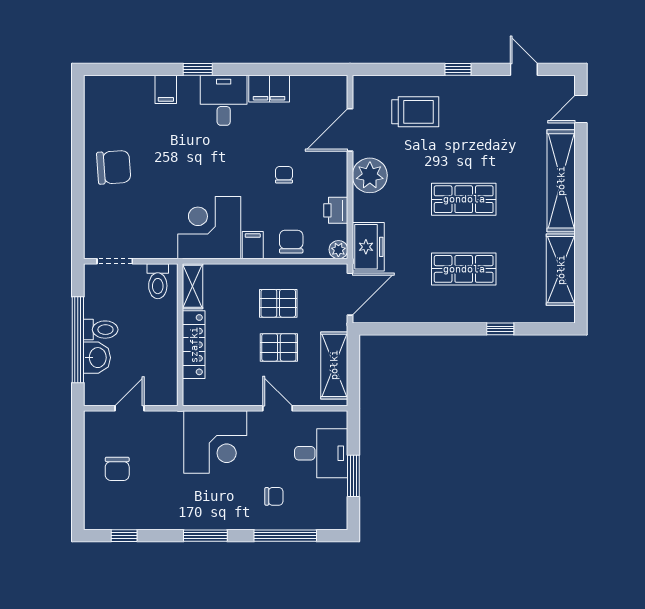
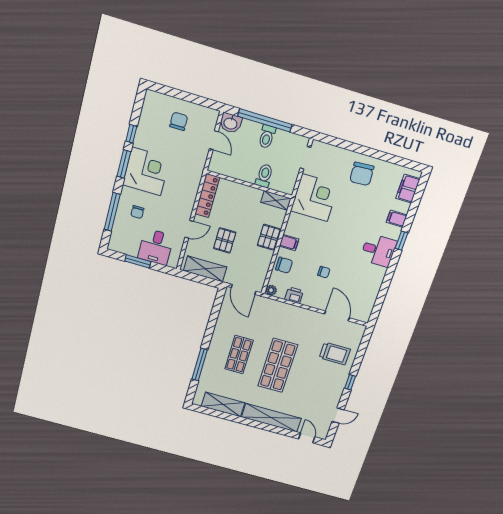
filing cabinet: (269, 89) -> (408, 189), moved
trolley: (415, 112) -> (335, 354), turned -90
plant: (370, 175) -> (308, 319), removed
shop shelf: (464, 199) -> (278, 365), width x1.43, depth x1.36
corner desk: (209, 228) -> (315, 198), moved
freezer: (368, 247) -> (268, 307), removed
toilet: (158, 281) -> (264, 176), moved, turned 90
pallet: (278, 303) -> (269, 237), moved
window: (500, 329) -> (200, 364), width x2.17
locker: (194, 345) -> (207, 196), moved, turned -90
washbasin: (97, 358) -> (231, 123), moved
corner desk: (215, 442) -> (146, 171), moved, turned 180
chair: (117, 469) -> (179, 121), turned 90
window: (124, 536) -> (131, 134), moved

